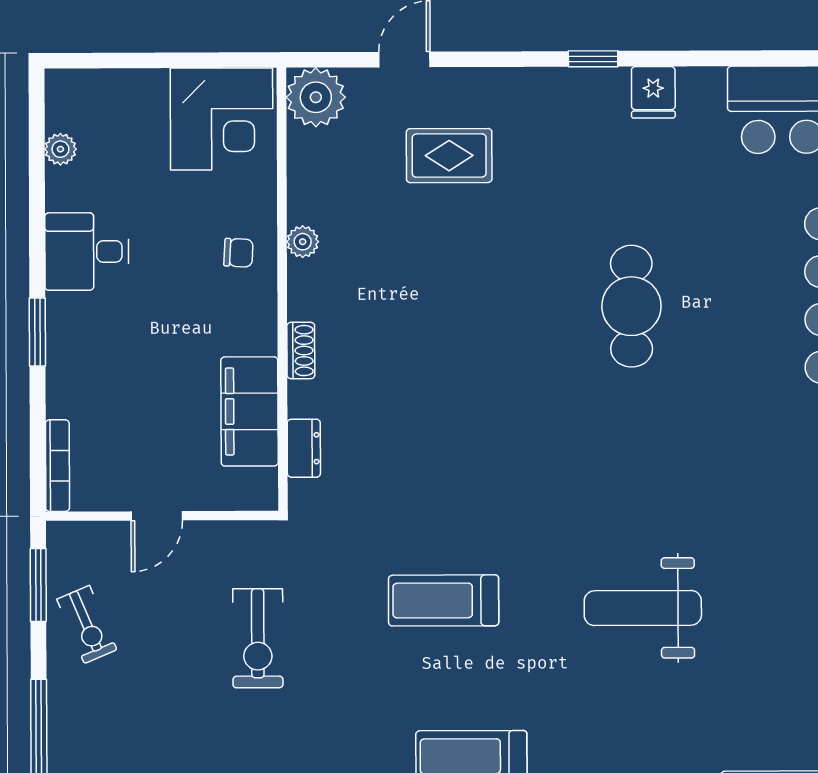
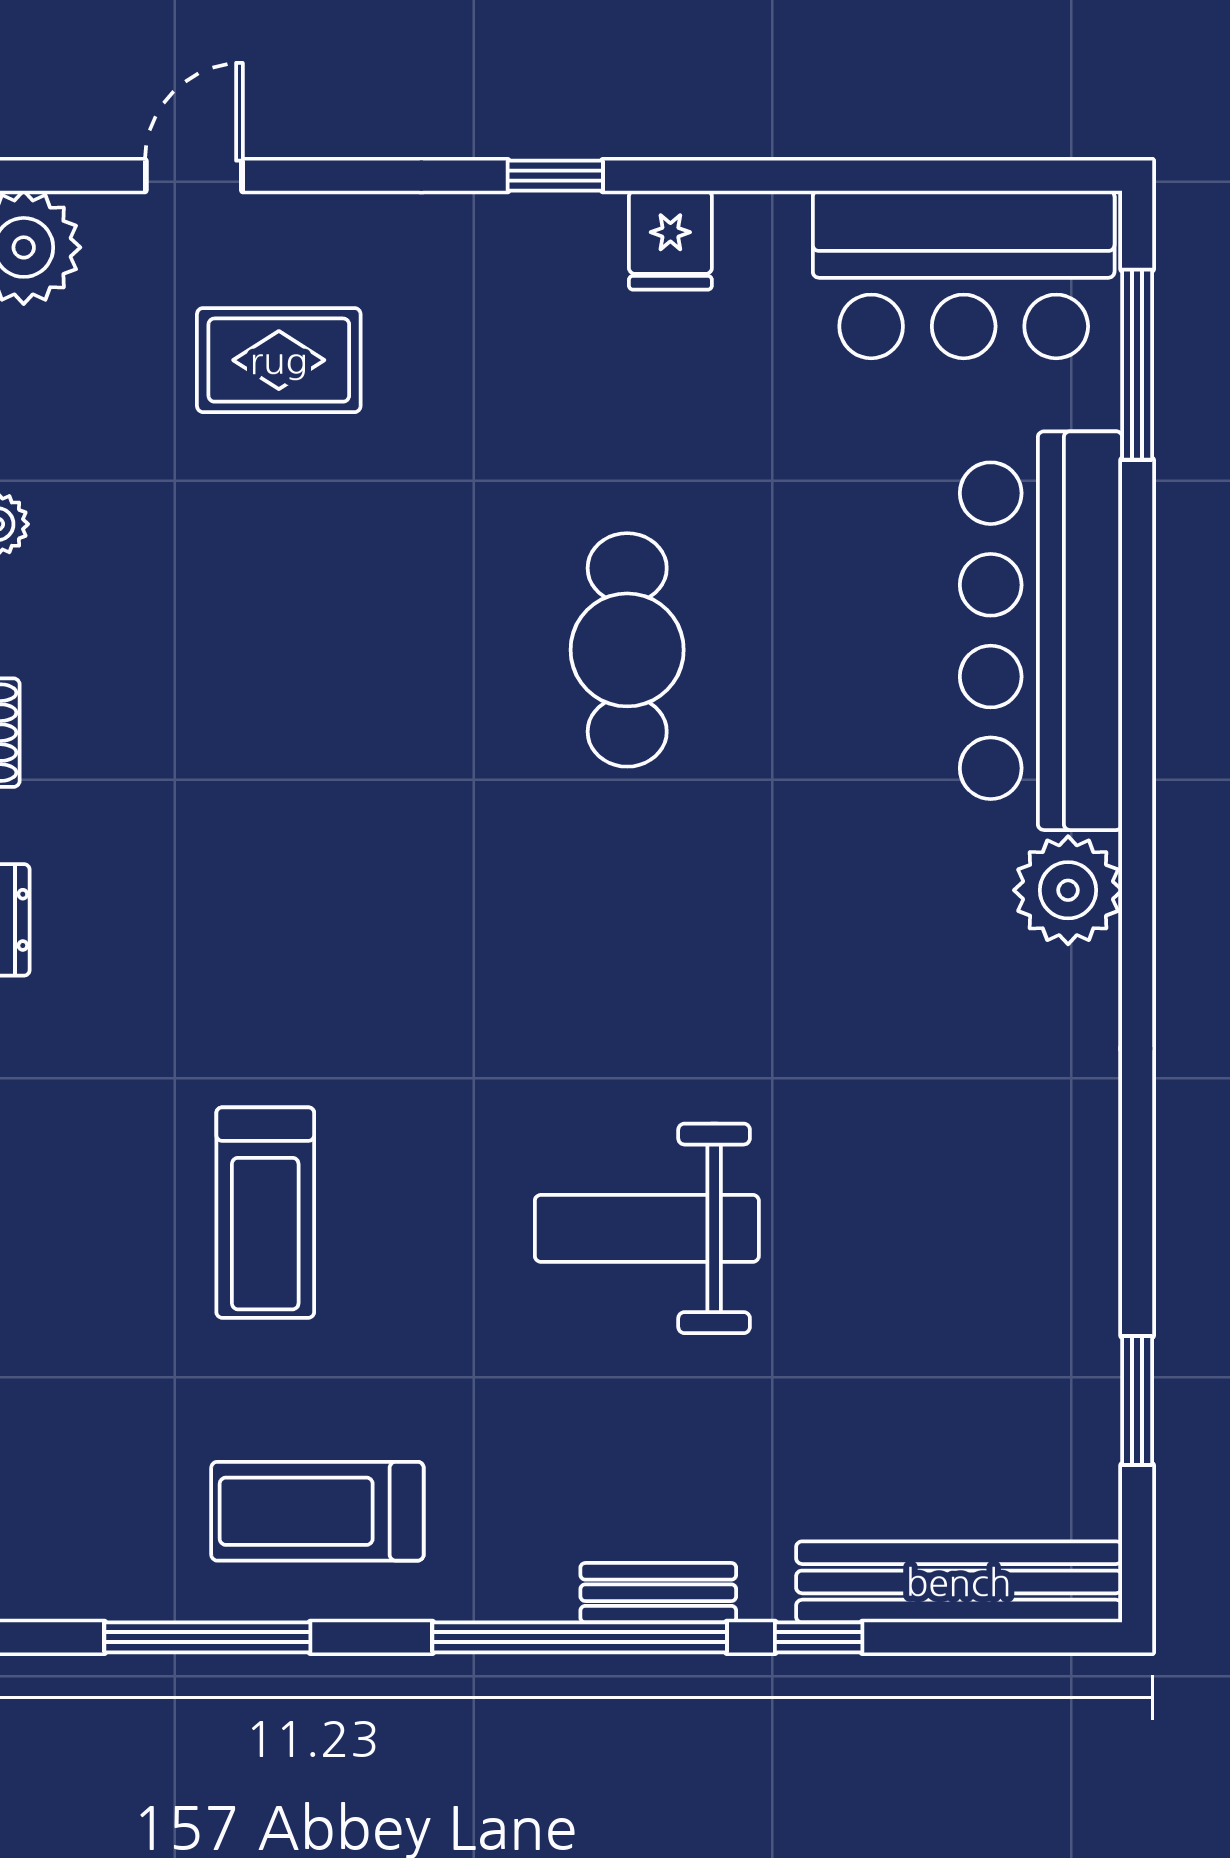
treadmill: (444, 600) -> (265, 1213), turned -90

